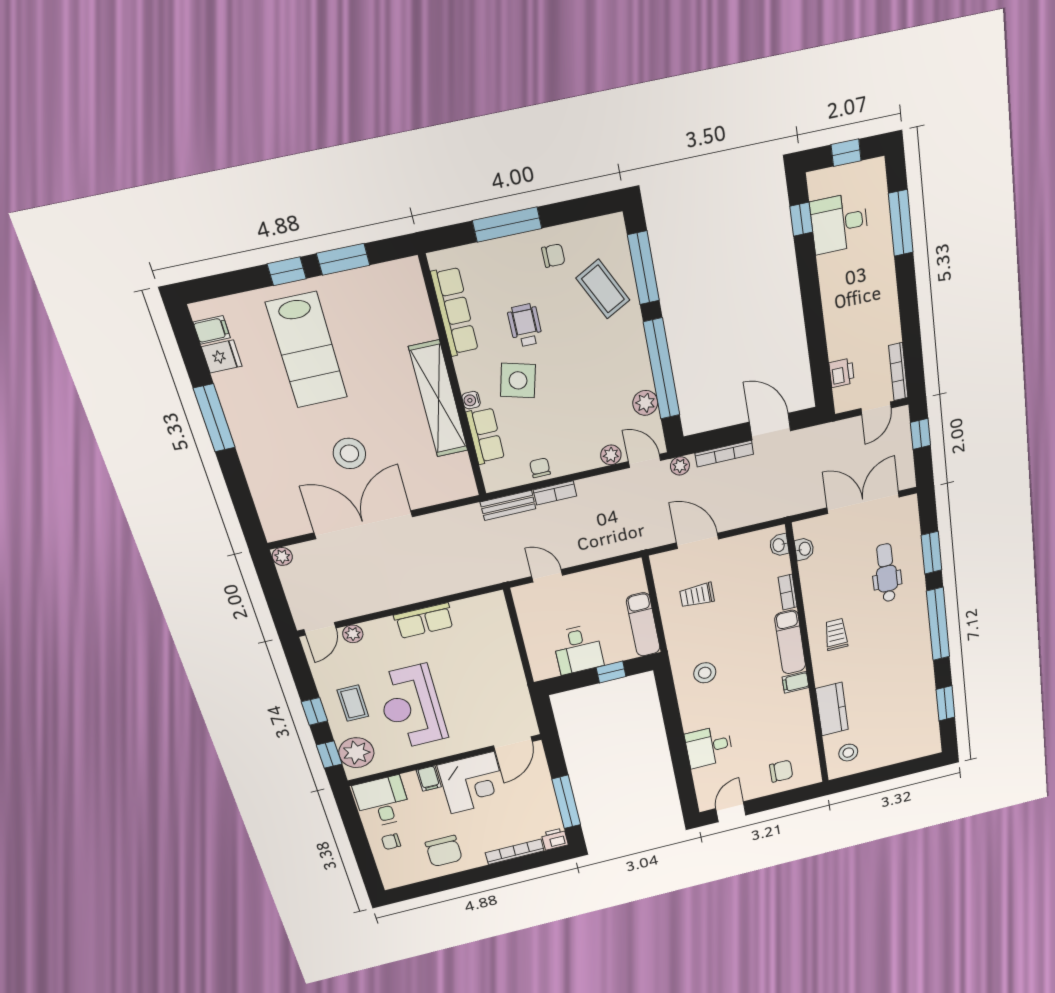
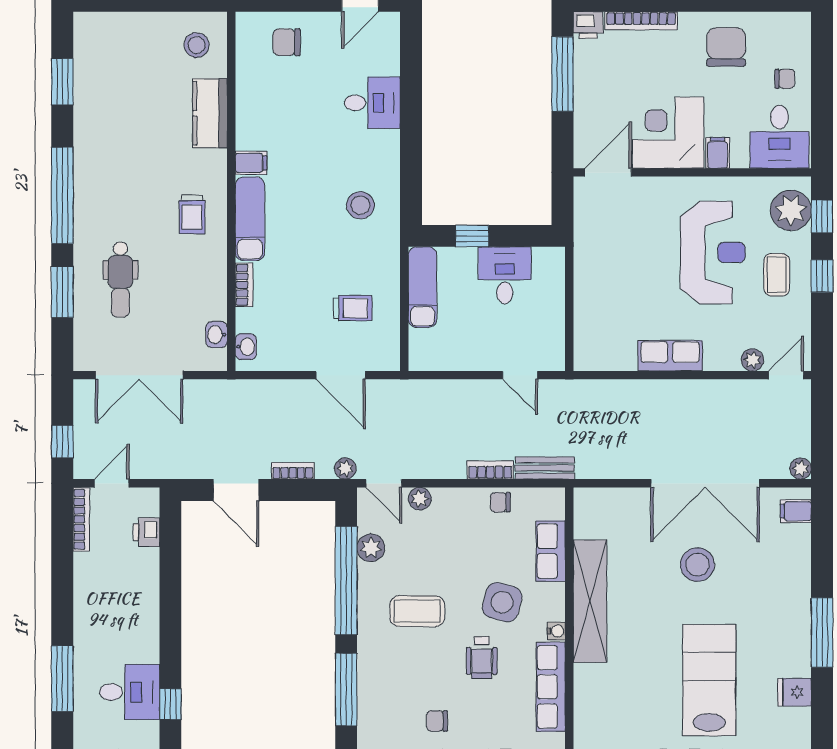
coffee table: (603, 289) -> (417, 611), moved, turned -63
filing cabinet: (212, 330) -> (796, 511), moved
water cooler: (471, 400) -> (556, 631), moved
bookcase: (724, 454) -> (293, 471), width x0.64
chair: (540, 468) -> (500, 502), turned 90

